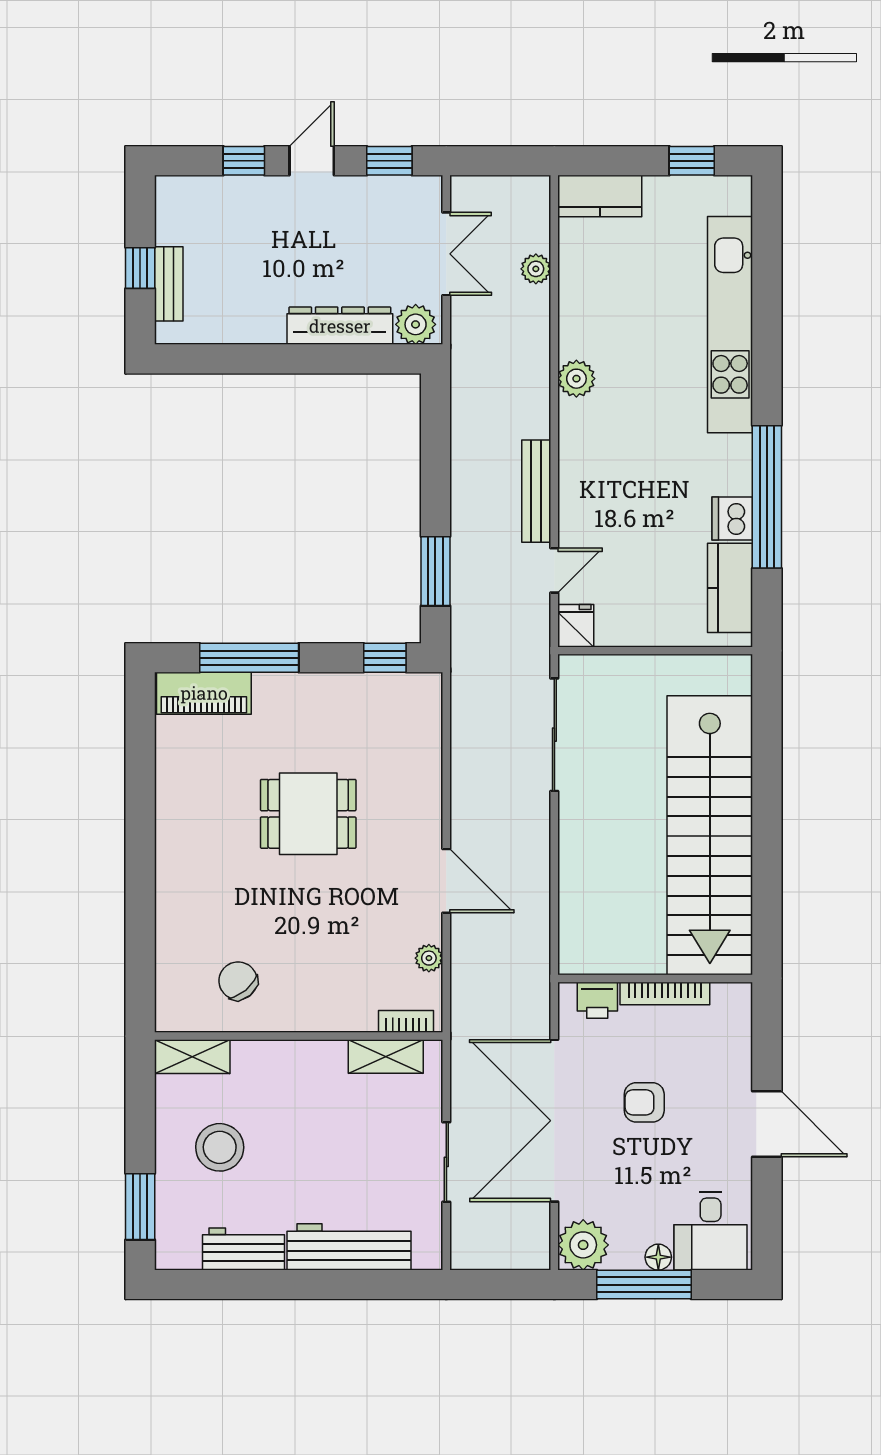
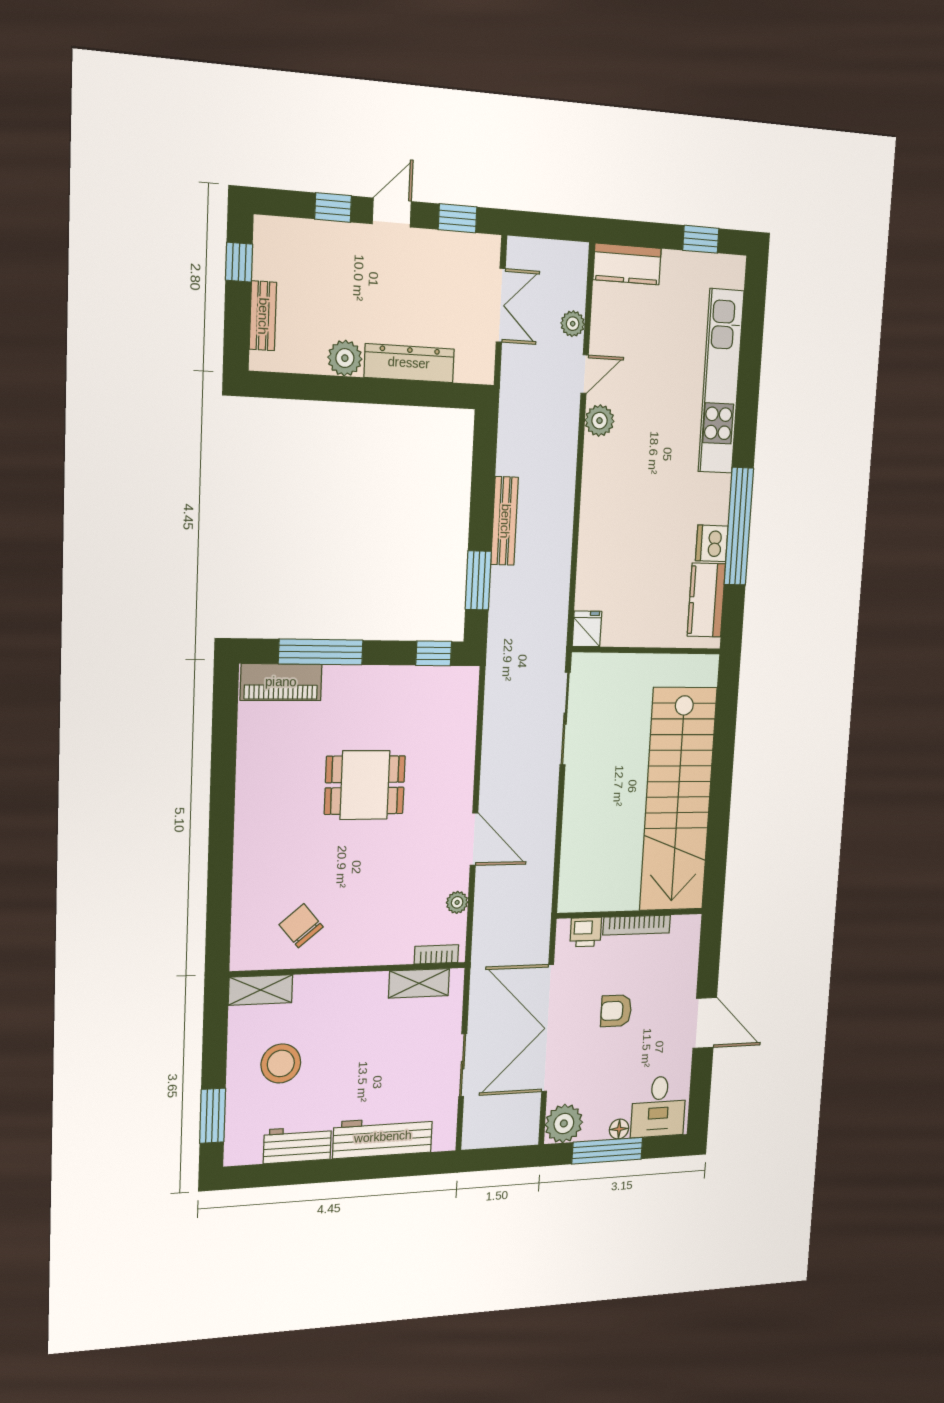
window: (140, 268) -> (239, 262), moved
plant: (416, 324) -> (345, 358), moved
bench: (536, 491) -> (505, 521), moved
door: (554, 570) -> (585, 374), moved

